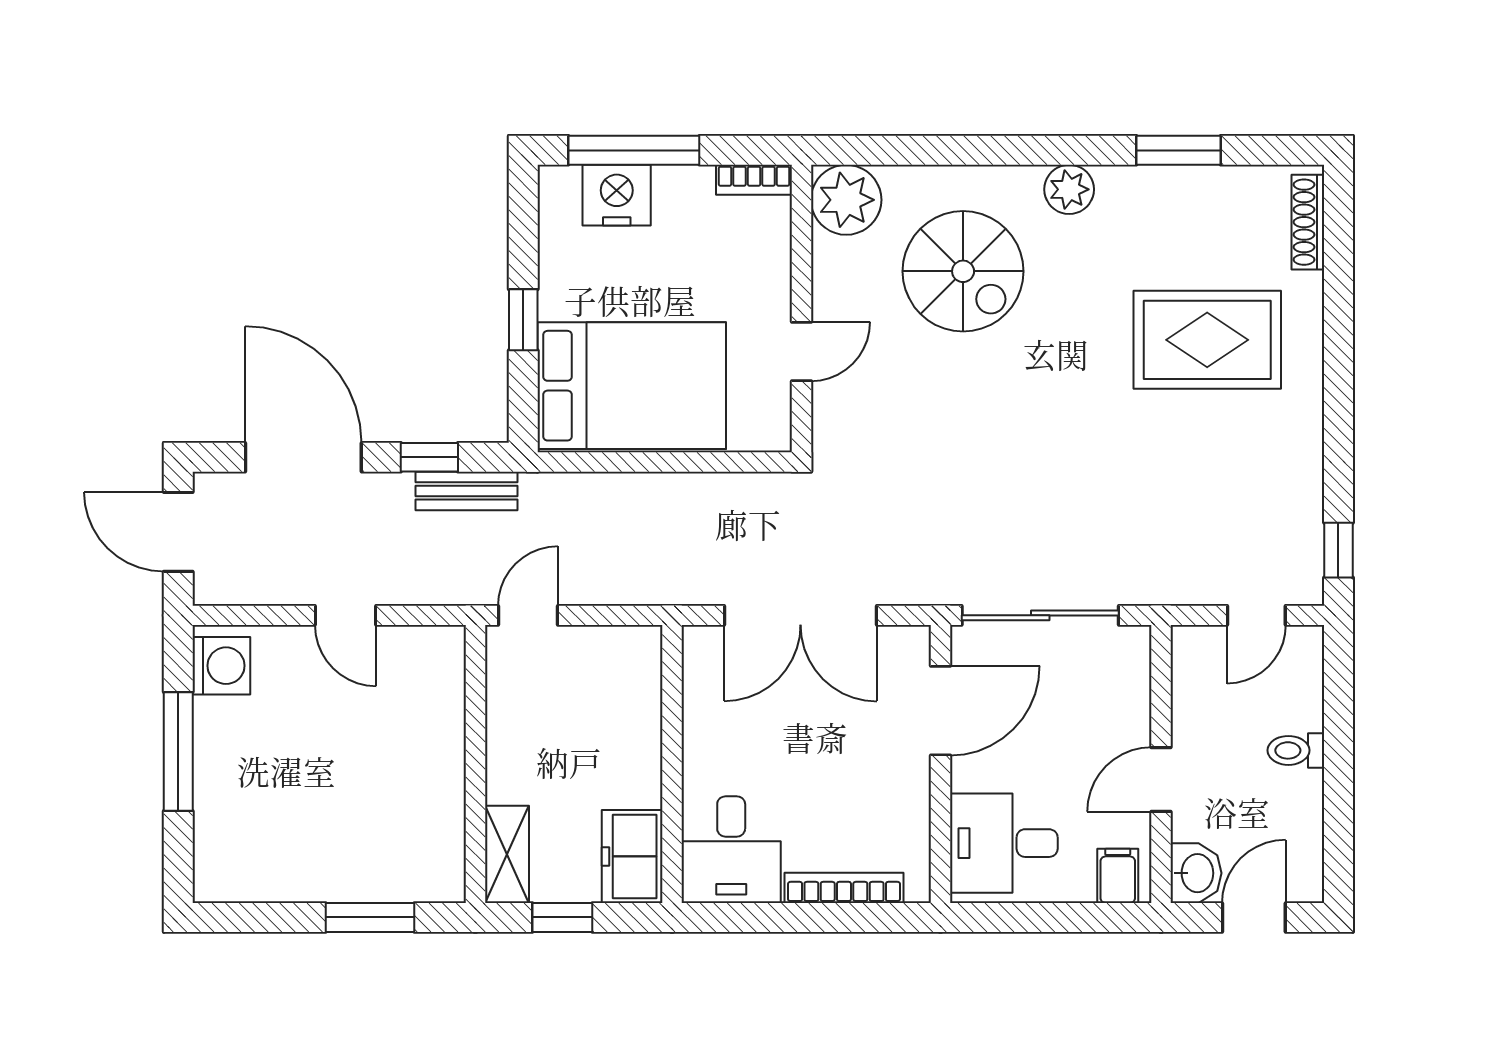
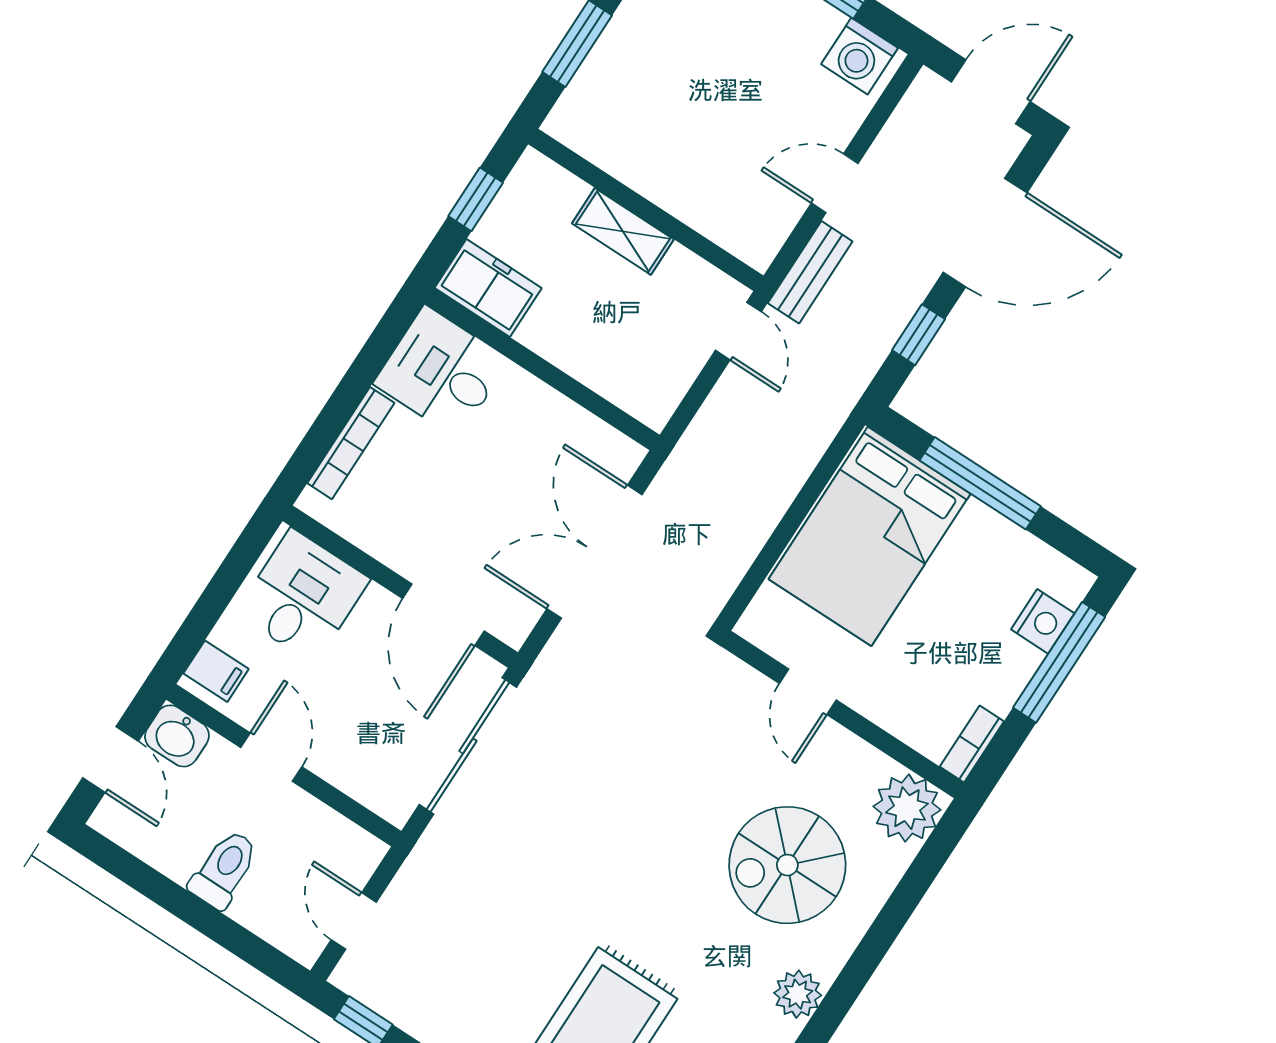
nightstand: (617, 195) -> (1043, 621), width x0.74, depth x0.75
window: (523, 320) -> (980, 483), width x2.17
bench: (466, 491) -> (810, 272), moved
toilet: (1296, 750) -> (224, 869), width x1.37, depth x1.39
shelving: (507, 854) -> (623, 231), moved

